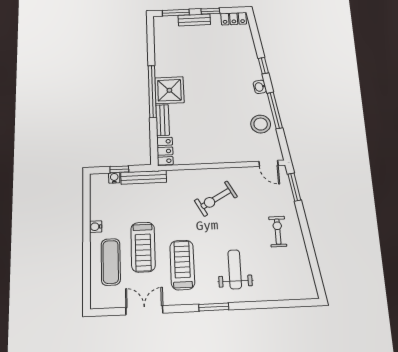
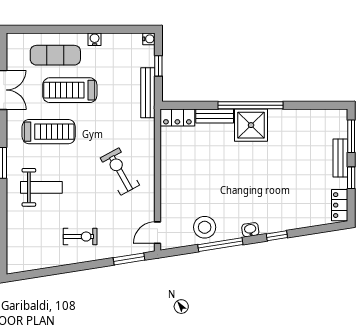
water cooler: (114, 178) -> (149, 39), moved

